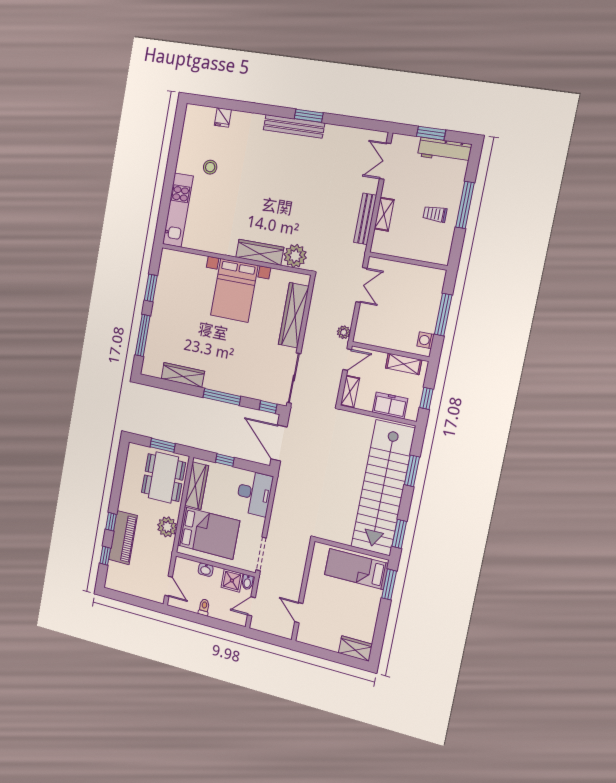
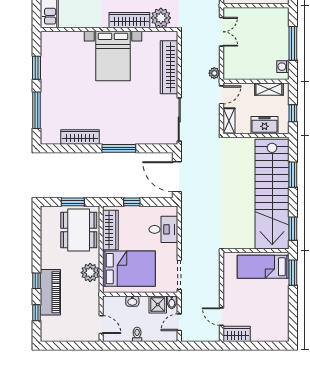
window: (268, 407) -> (161, 148), removed
desk: (254, 493) -> (163, 229), width x0.73
wardrobe: (355, 649) -> (237, 334), moved

